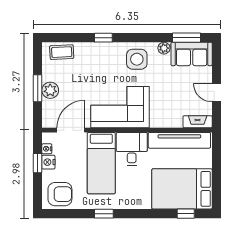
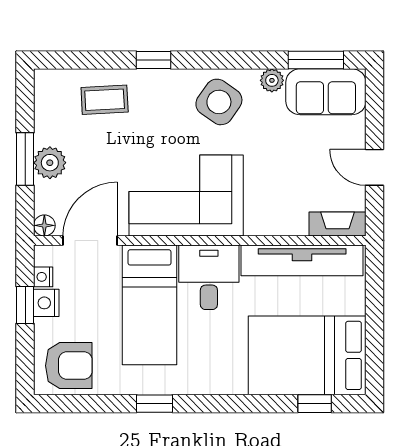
coffee table: (62, 52) -> (105, 100), moved
side table: (137, 59) -> (219, 102), turned 35
floor lamp: (47, 122) -> (44, 225), added

